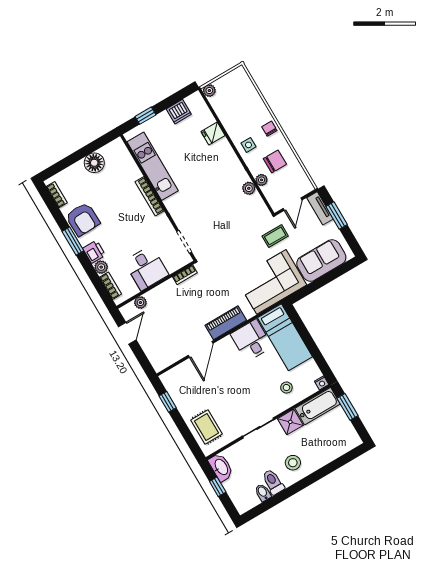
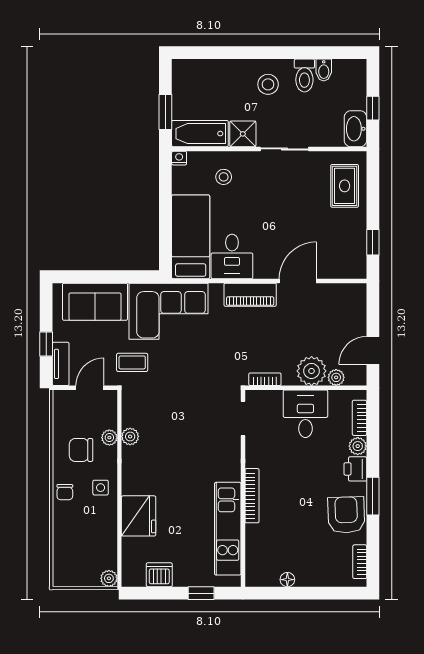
fridge: (213, 134) -> (139, 516), width x1.88, depth x1.34
floor lamp: (94, 163) -> (287, 580), width x0.53, depth x0.53
window: (337, 216) -> (46, 344), width x0.67
plant: (158, 297) -> (312, 371), added

